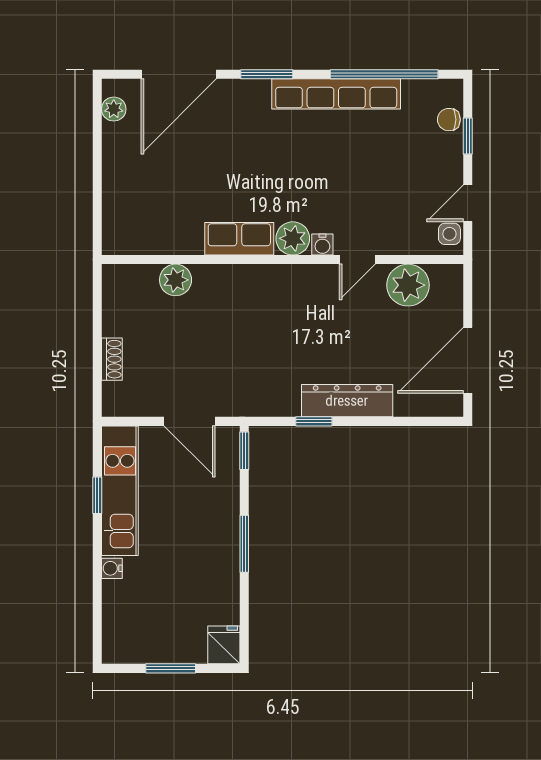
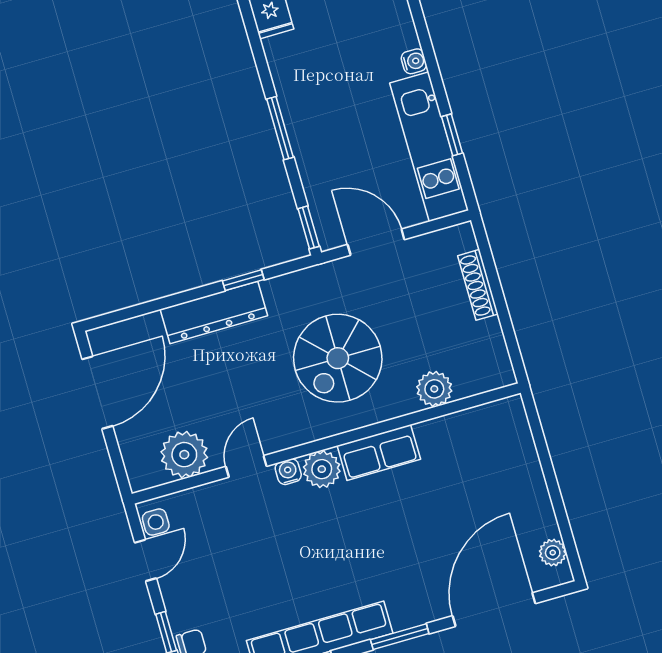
spiral stairs: (251, 330) -> (338, 358), added
shoe rack: (112, 359) -> (478, 285), width x1.43

